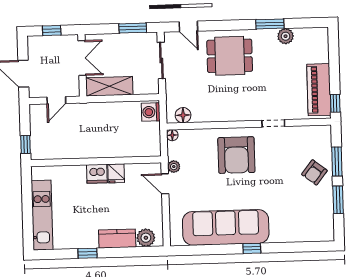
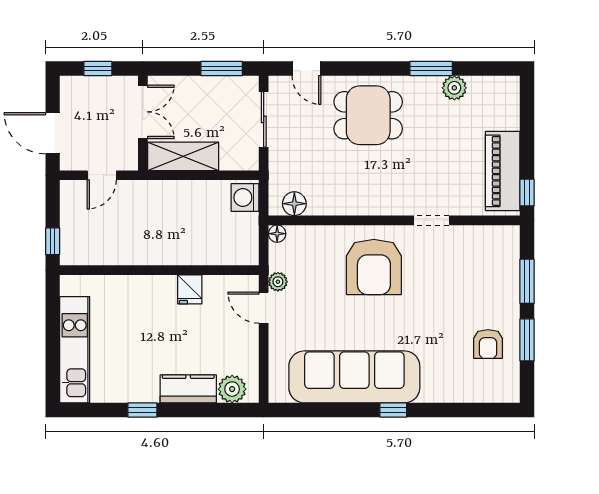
armchair: (314, 172) -> (488, 344), moved, turned -38
dishwasher: (97, 174) -> (160, 289), removed

